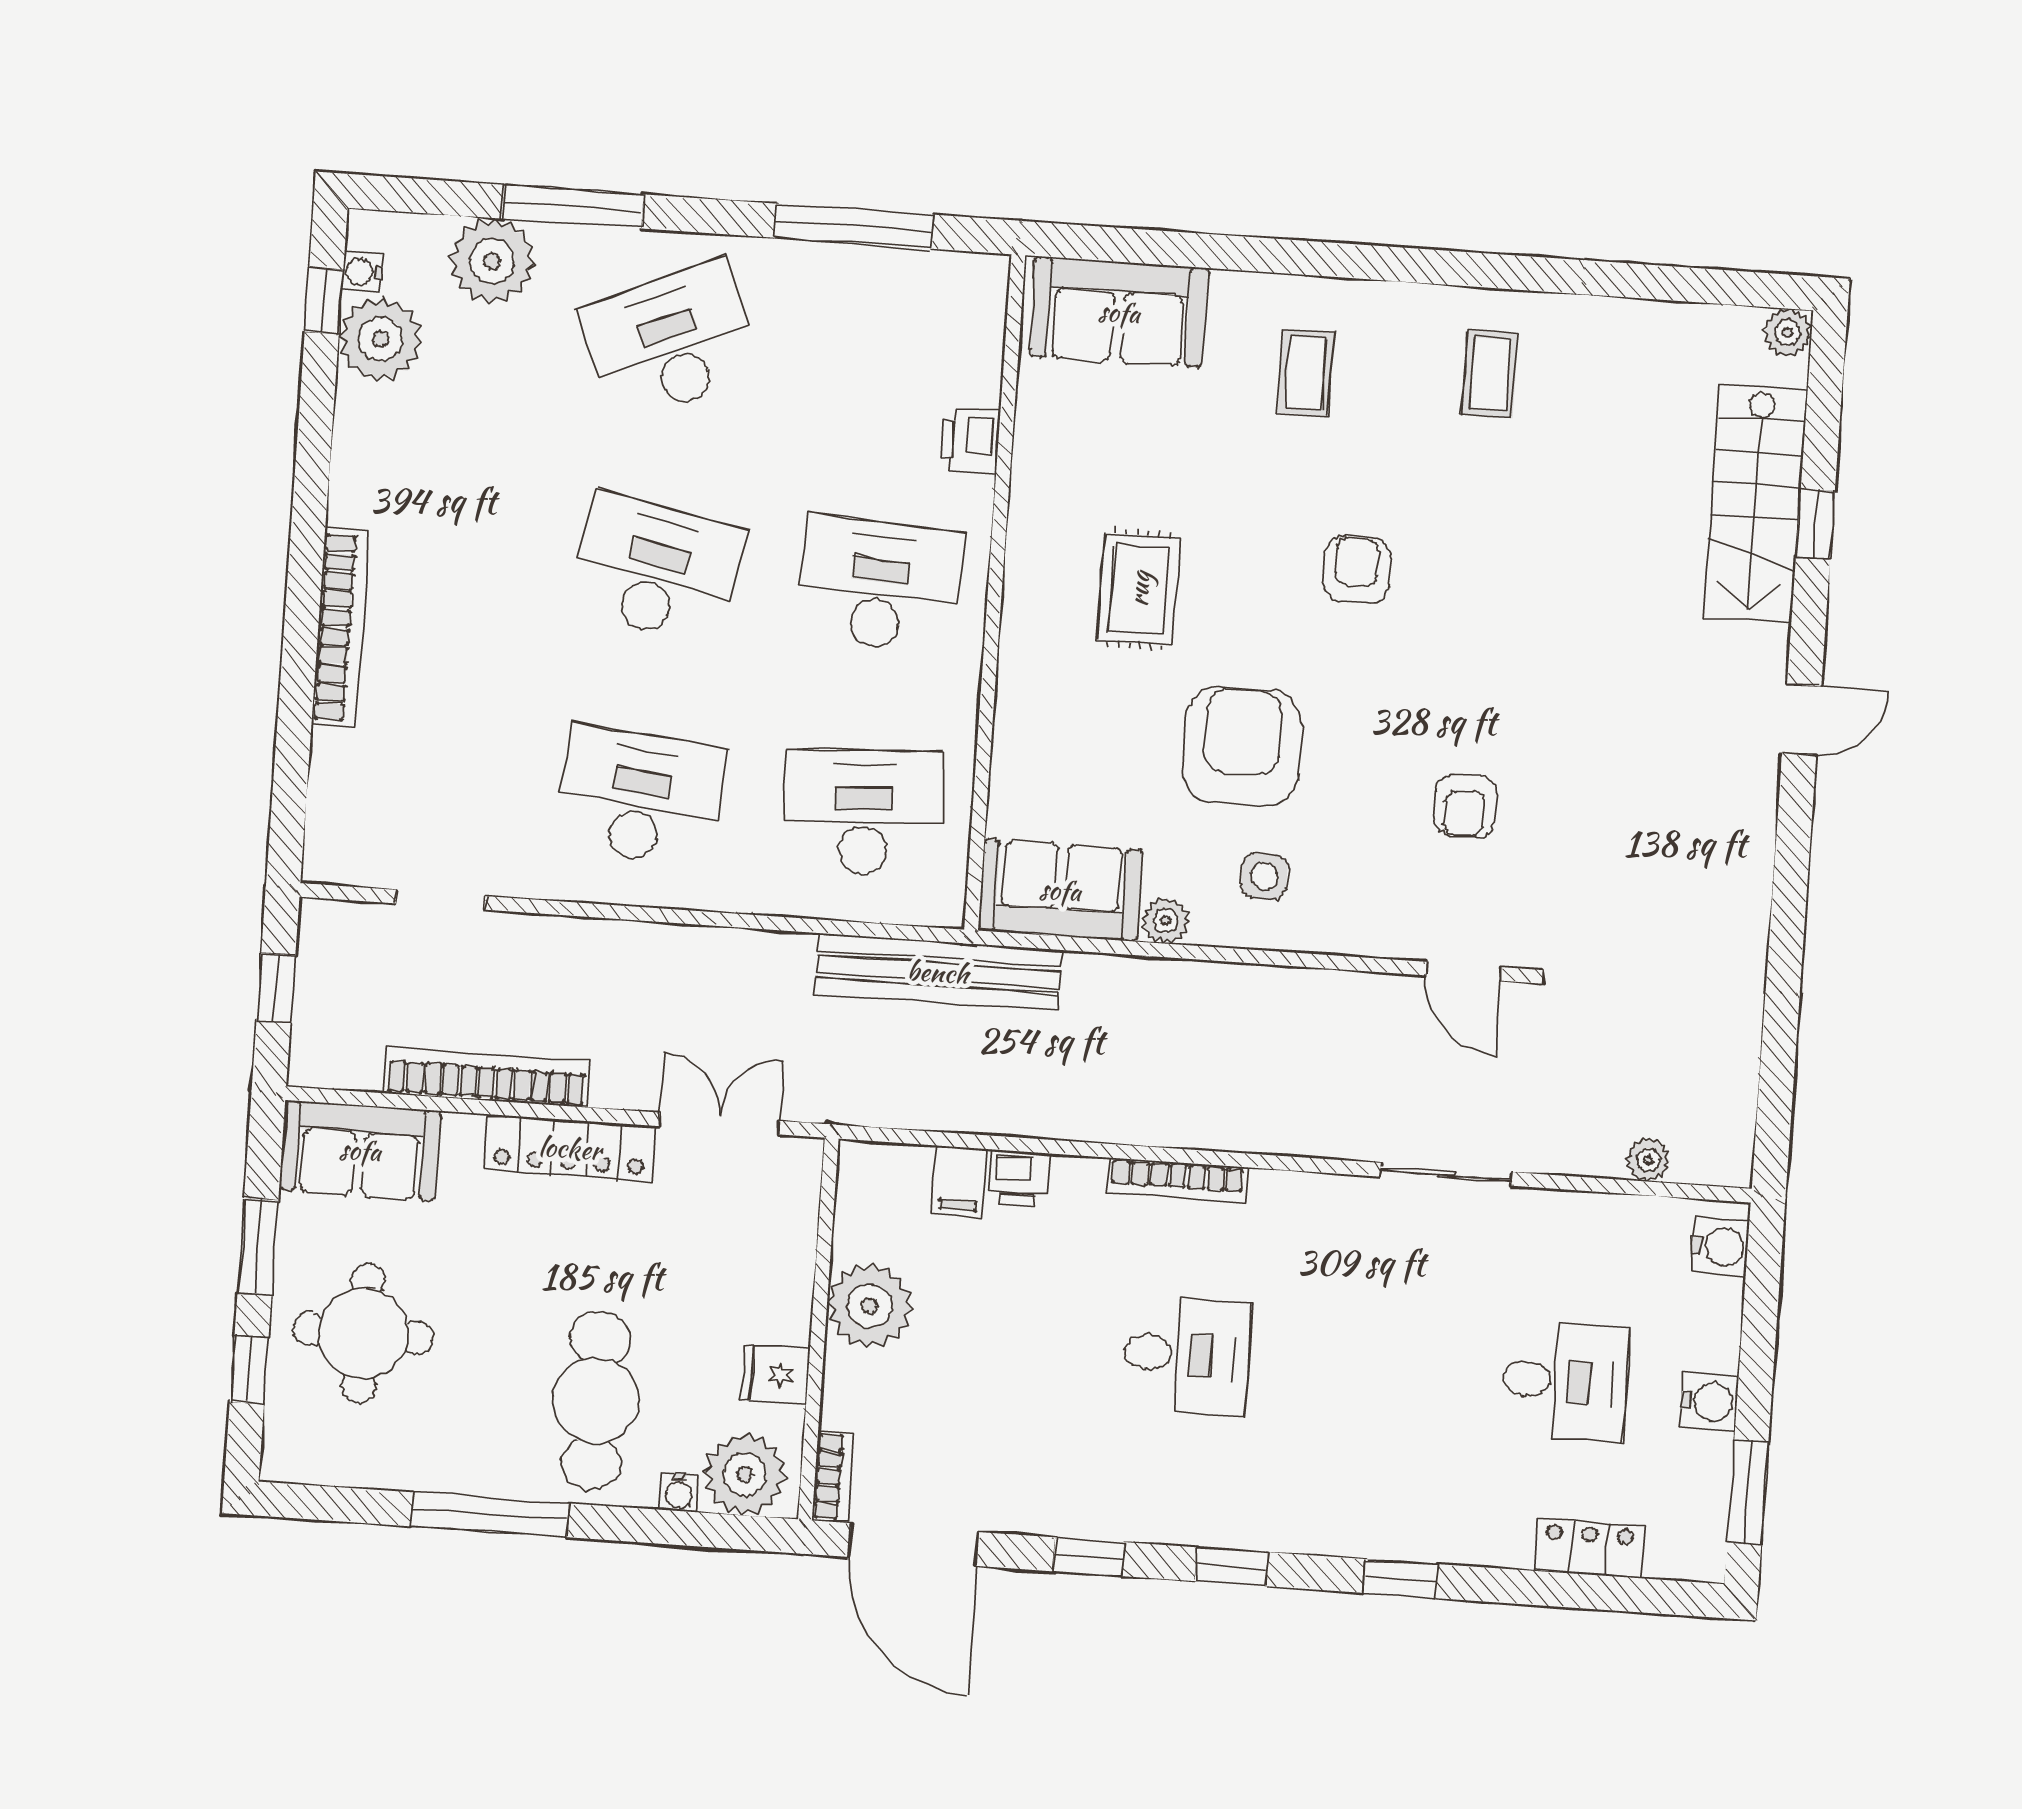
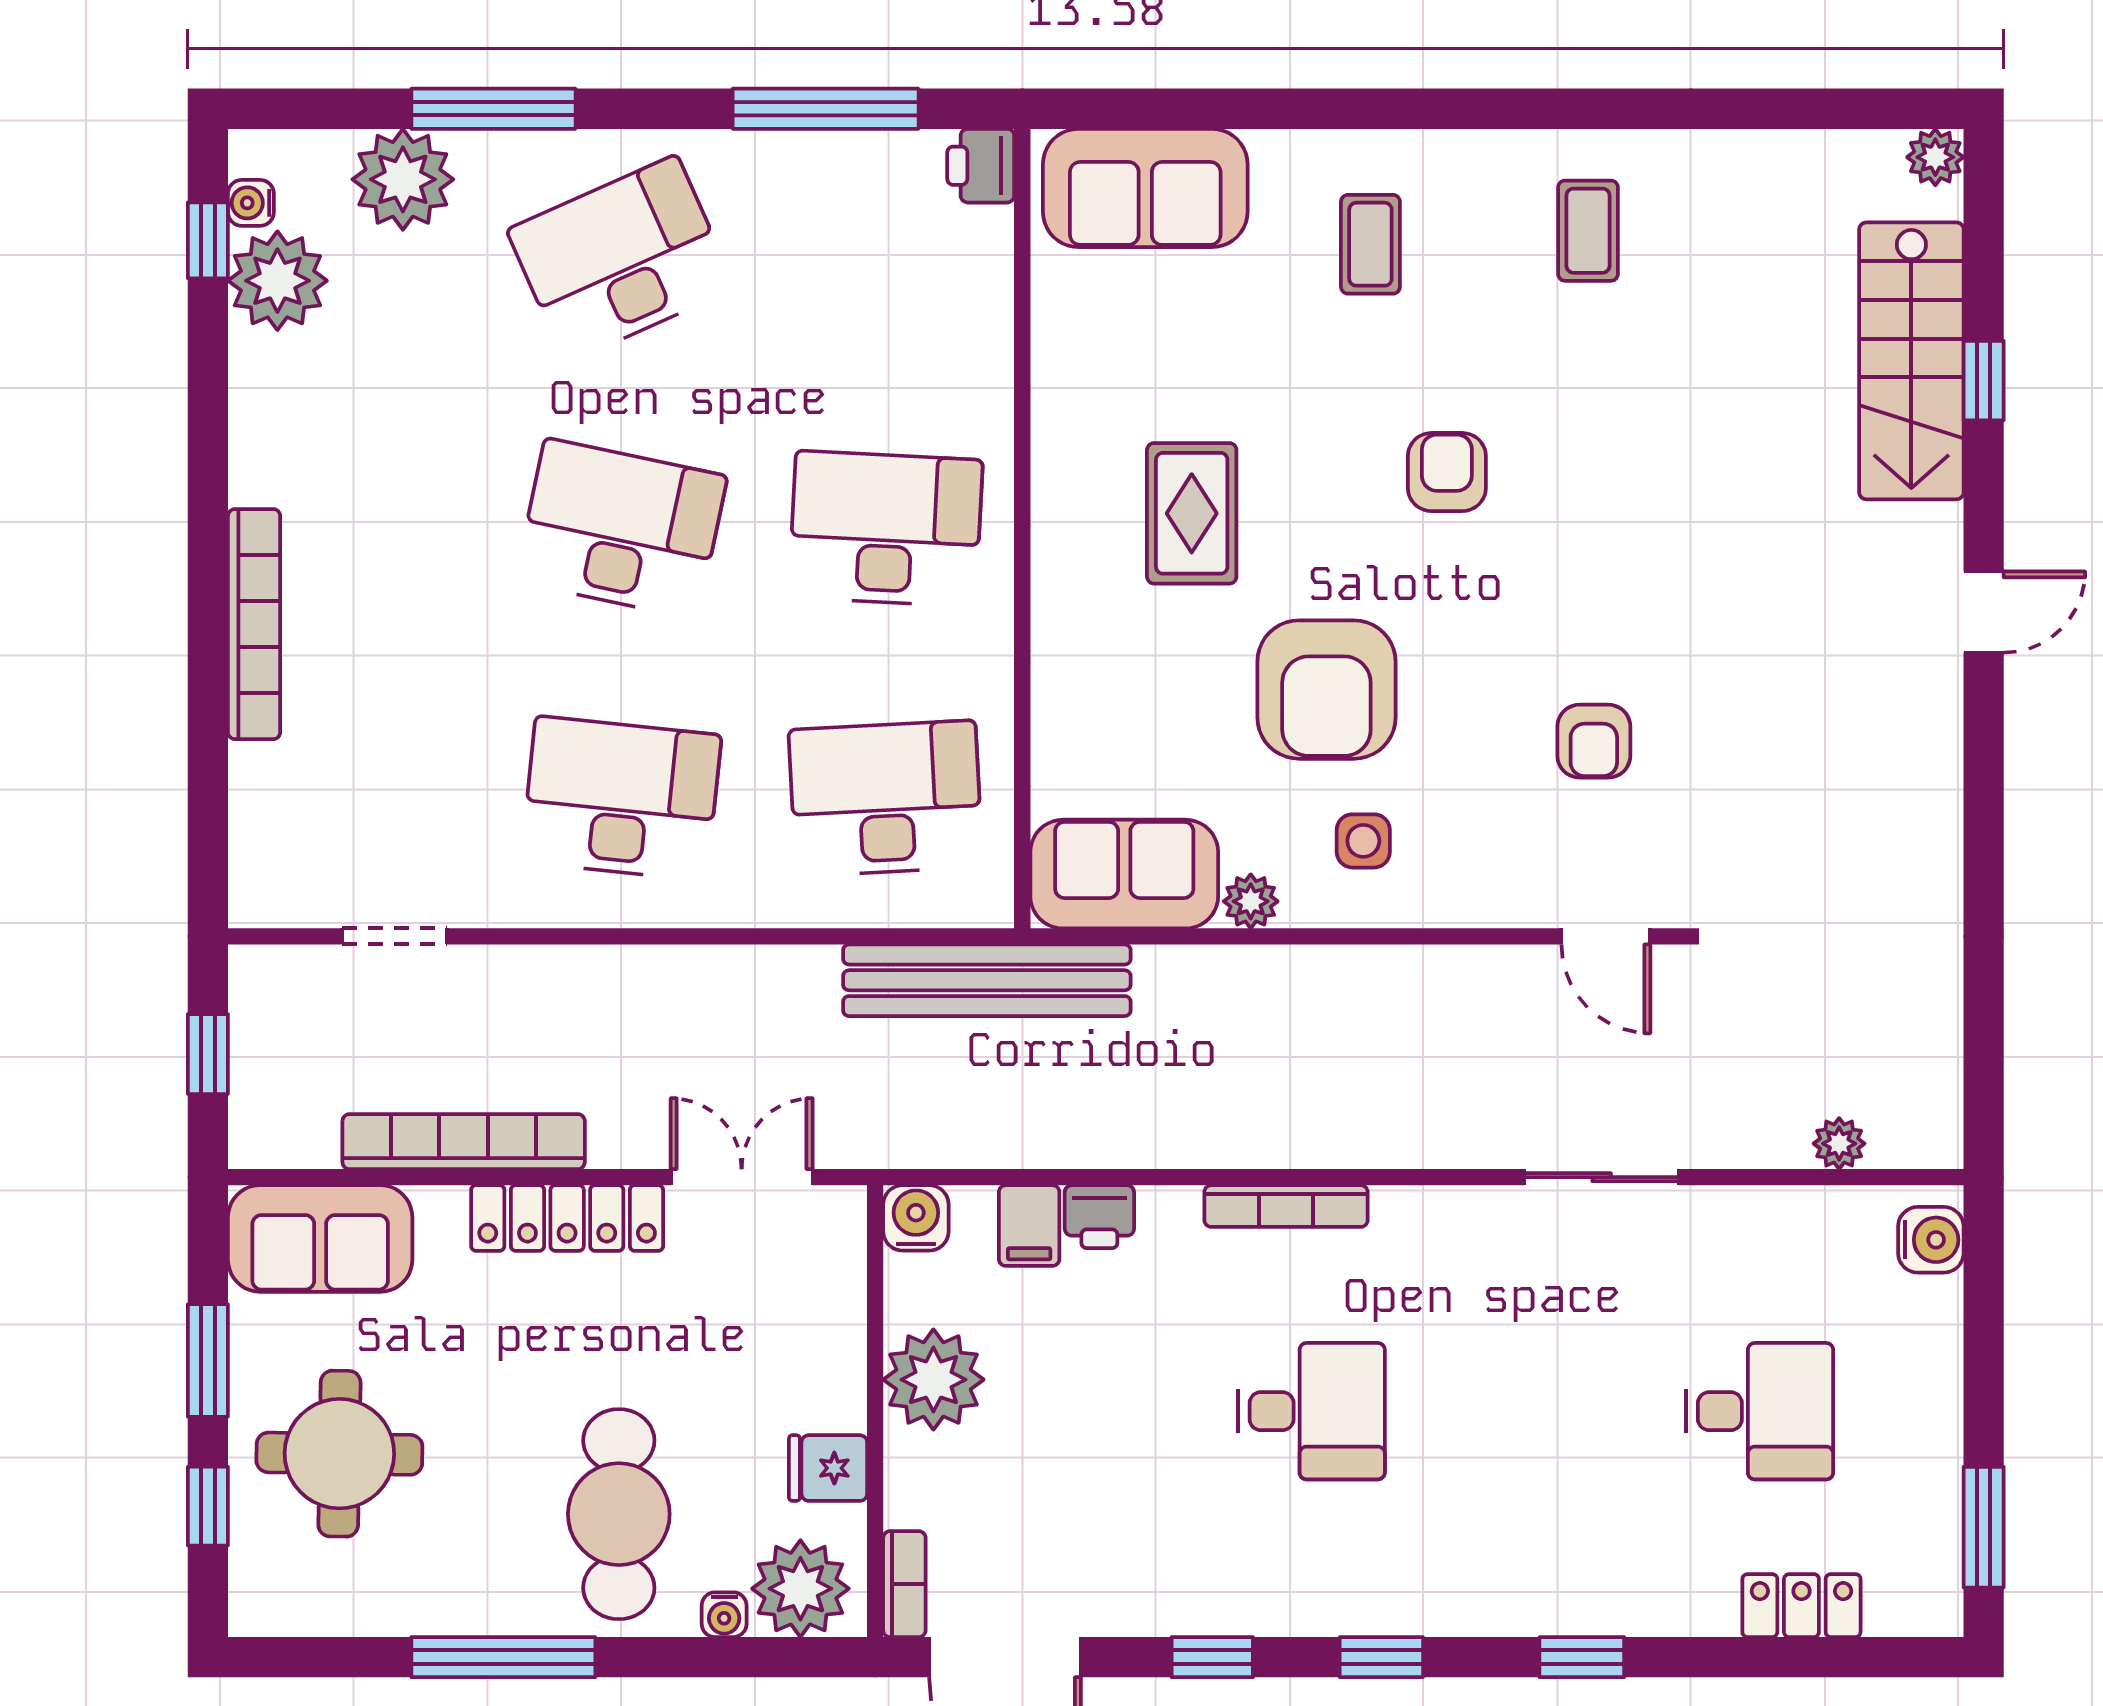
printer: (970, 440) -> (981, 166), moved
armchair: (1242, 746) -> (1326, 690), turned 180
water cooler: (1709, 1402) -> (916, 1218), moved, turned -90

